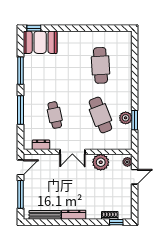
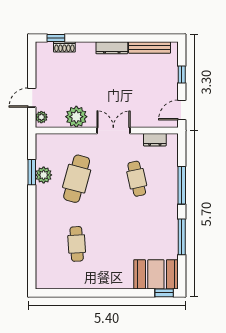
cafe table: (100, 65) -> (77, 244), width x0.73, depth x0.74
cafe table: (100, 115) -> (77, 179), turned 36
window: (20, 194) -> (182, 74), width x0.46

